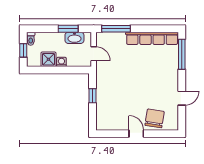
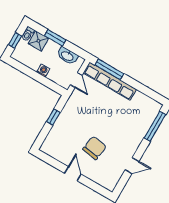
window: (68, 29) -> (55, 38), moved
row of seats: (152, 38) -> (110, 81), moved
shower: (48, 59) -> (38, 41), moved
chair: (155, 118) -> (95, 148), moved

